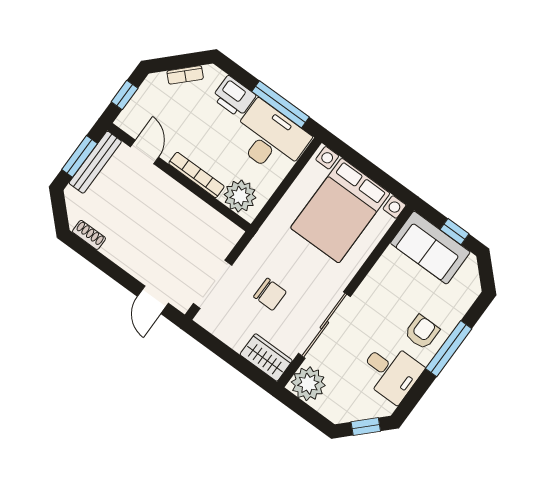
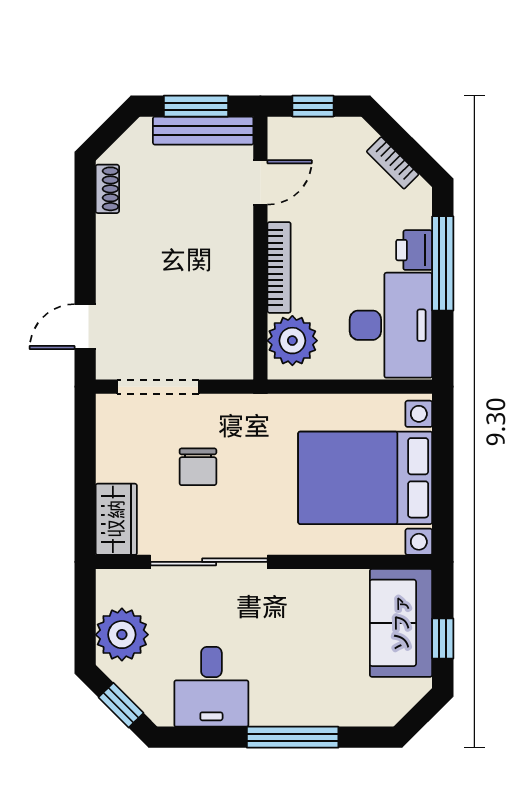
printer: (234, 97) -> (414, 250), width x0.73, depth x0.81
window: (280, 104) -> (443, 263), moved
armchair: (422, 332) -> (289, 689), removed
plant: (308, 384) -> (122, 635), moved

